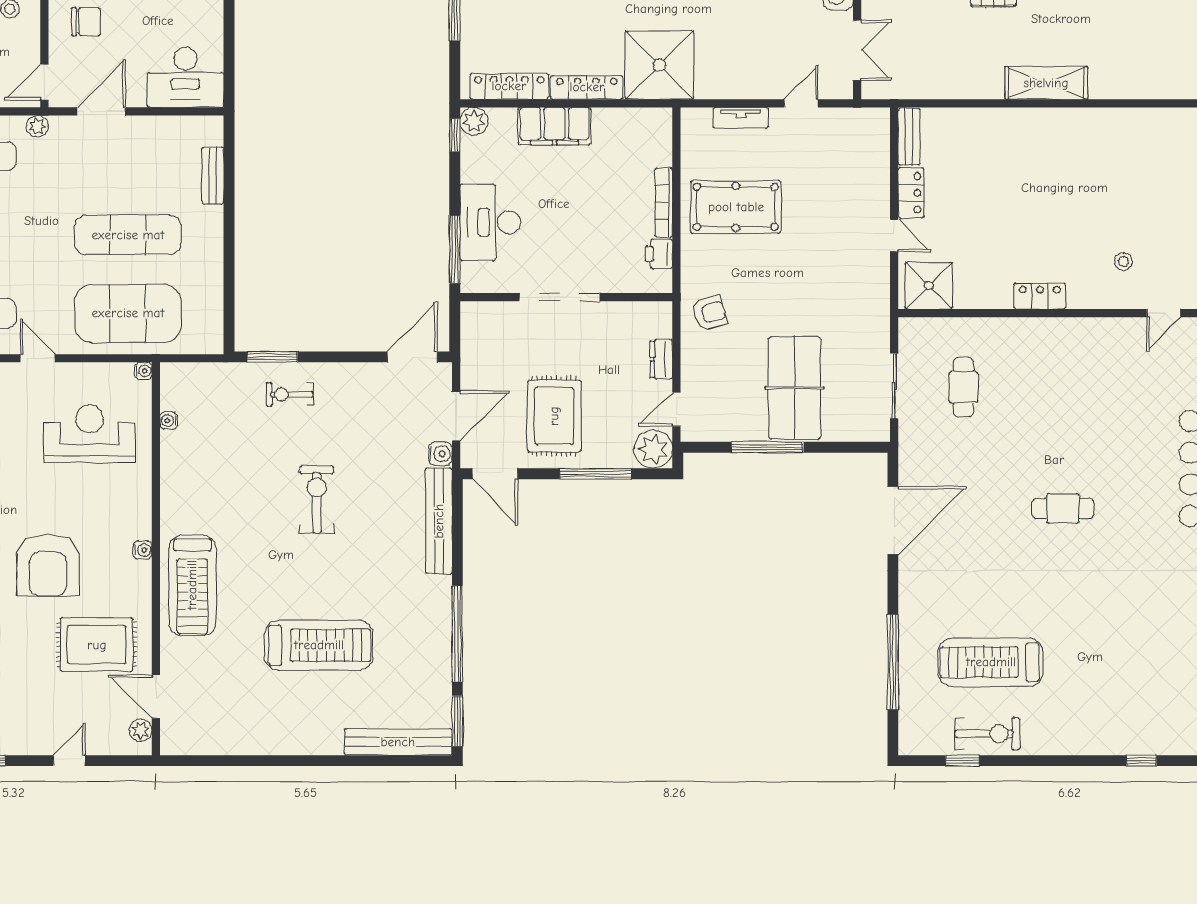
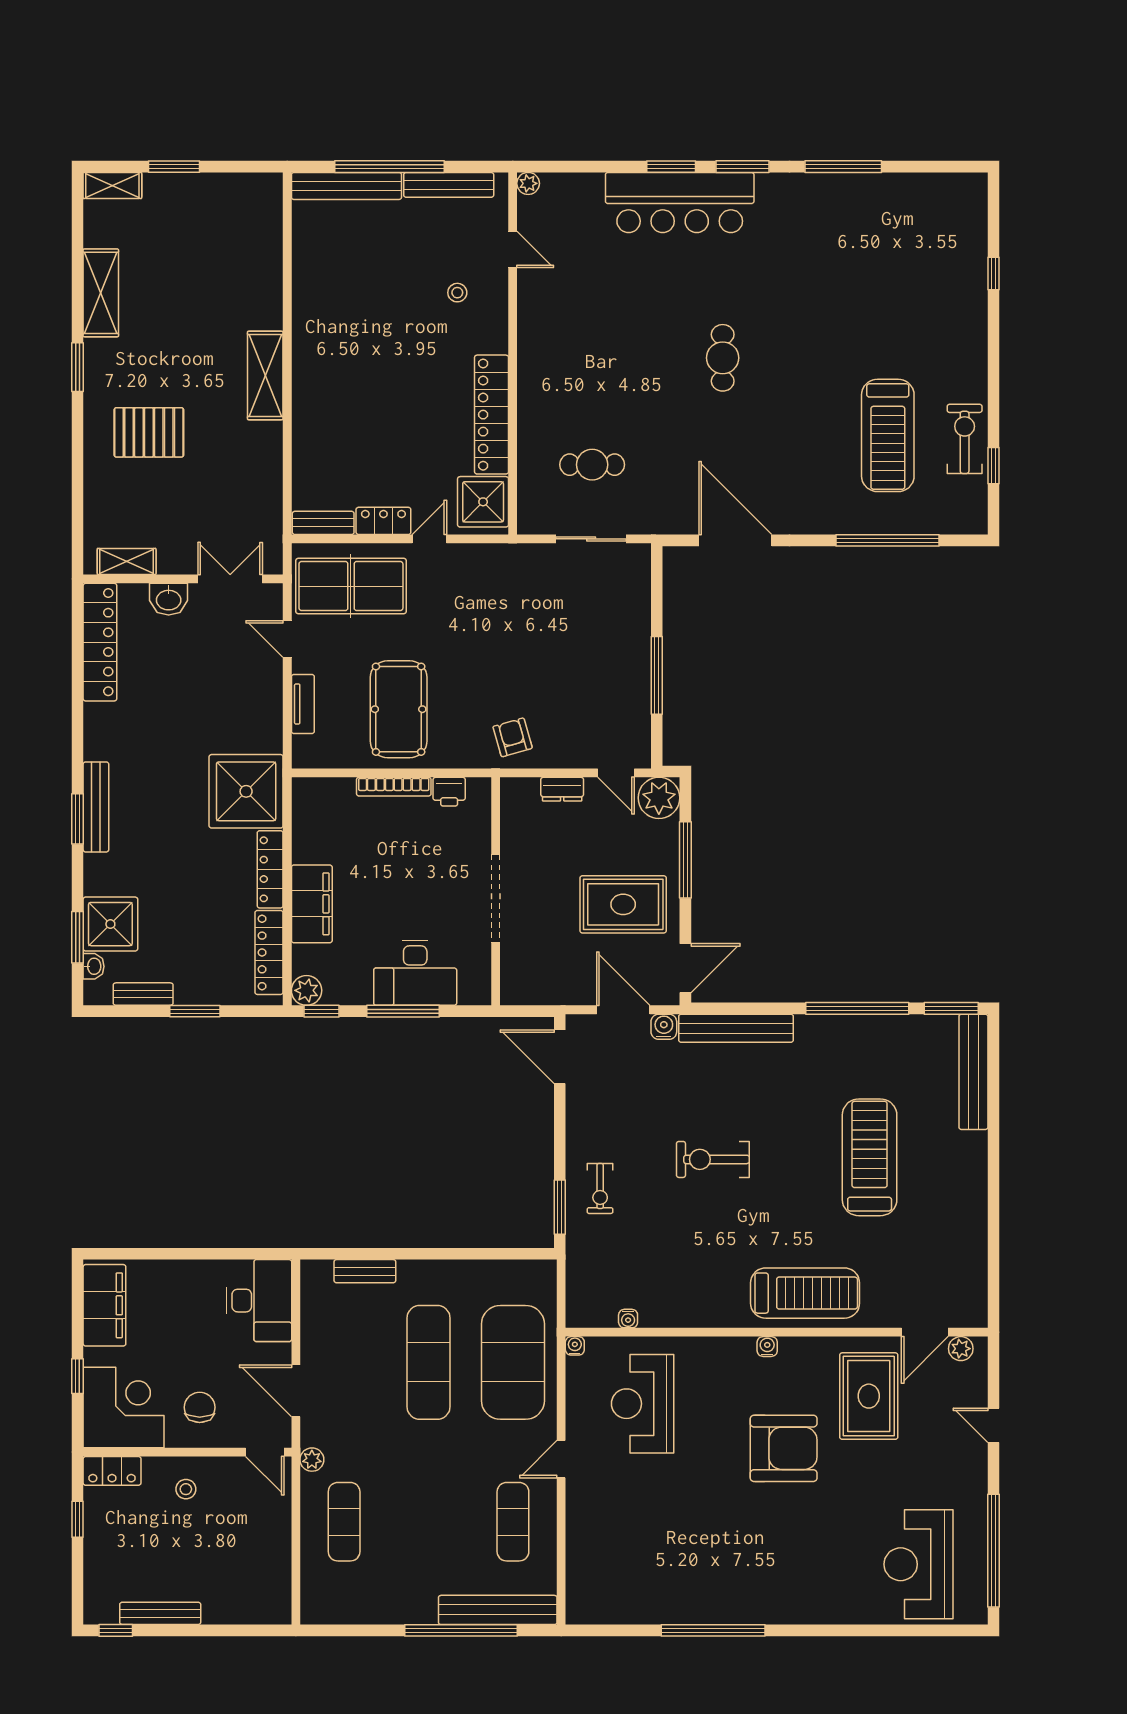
window: (455, 250) -> (403, 1011), moved
locker: (1040, 296) -> (492, 415), width x2.16, depth x1.21
table tennis table: (795, 388) -> (351, 586), moved

